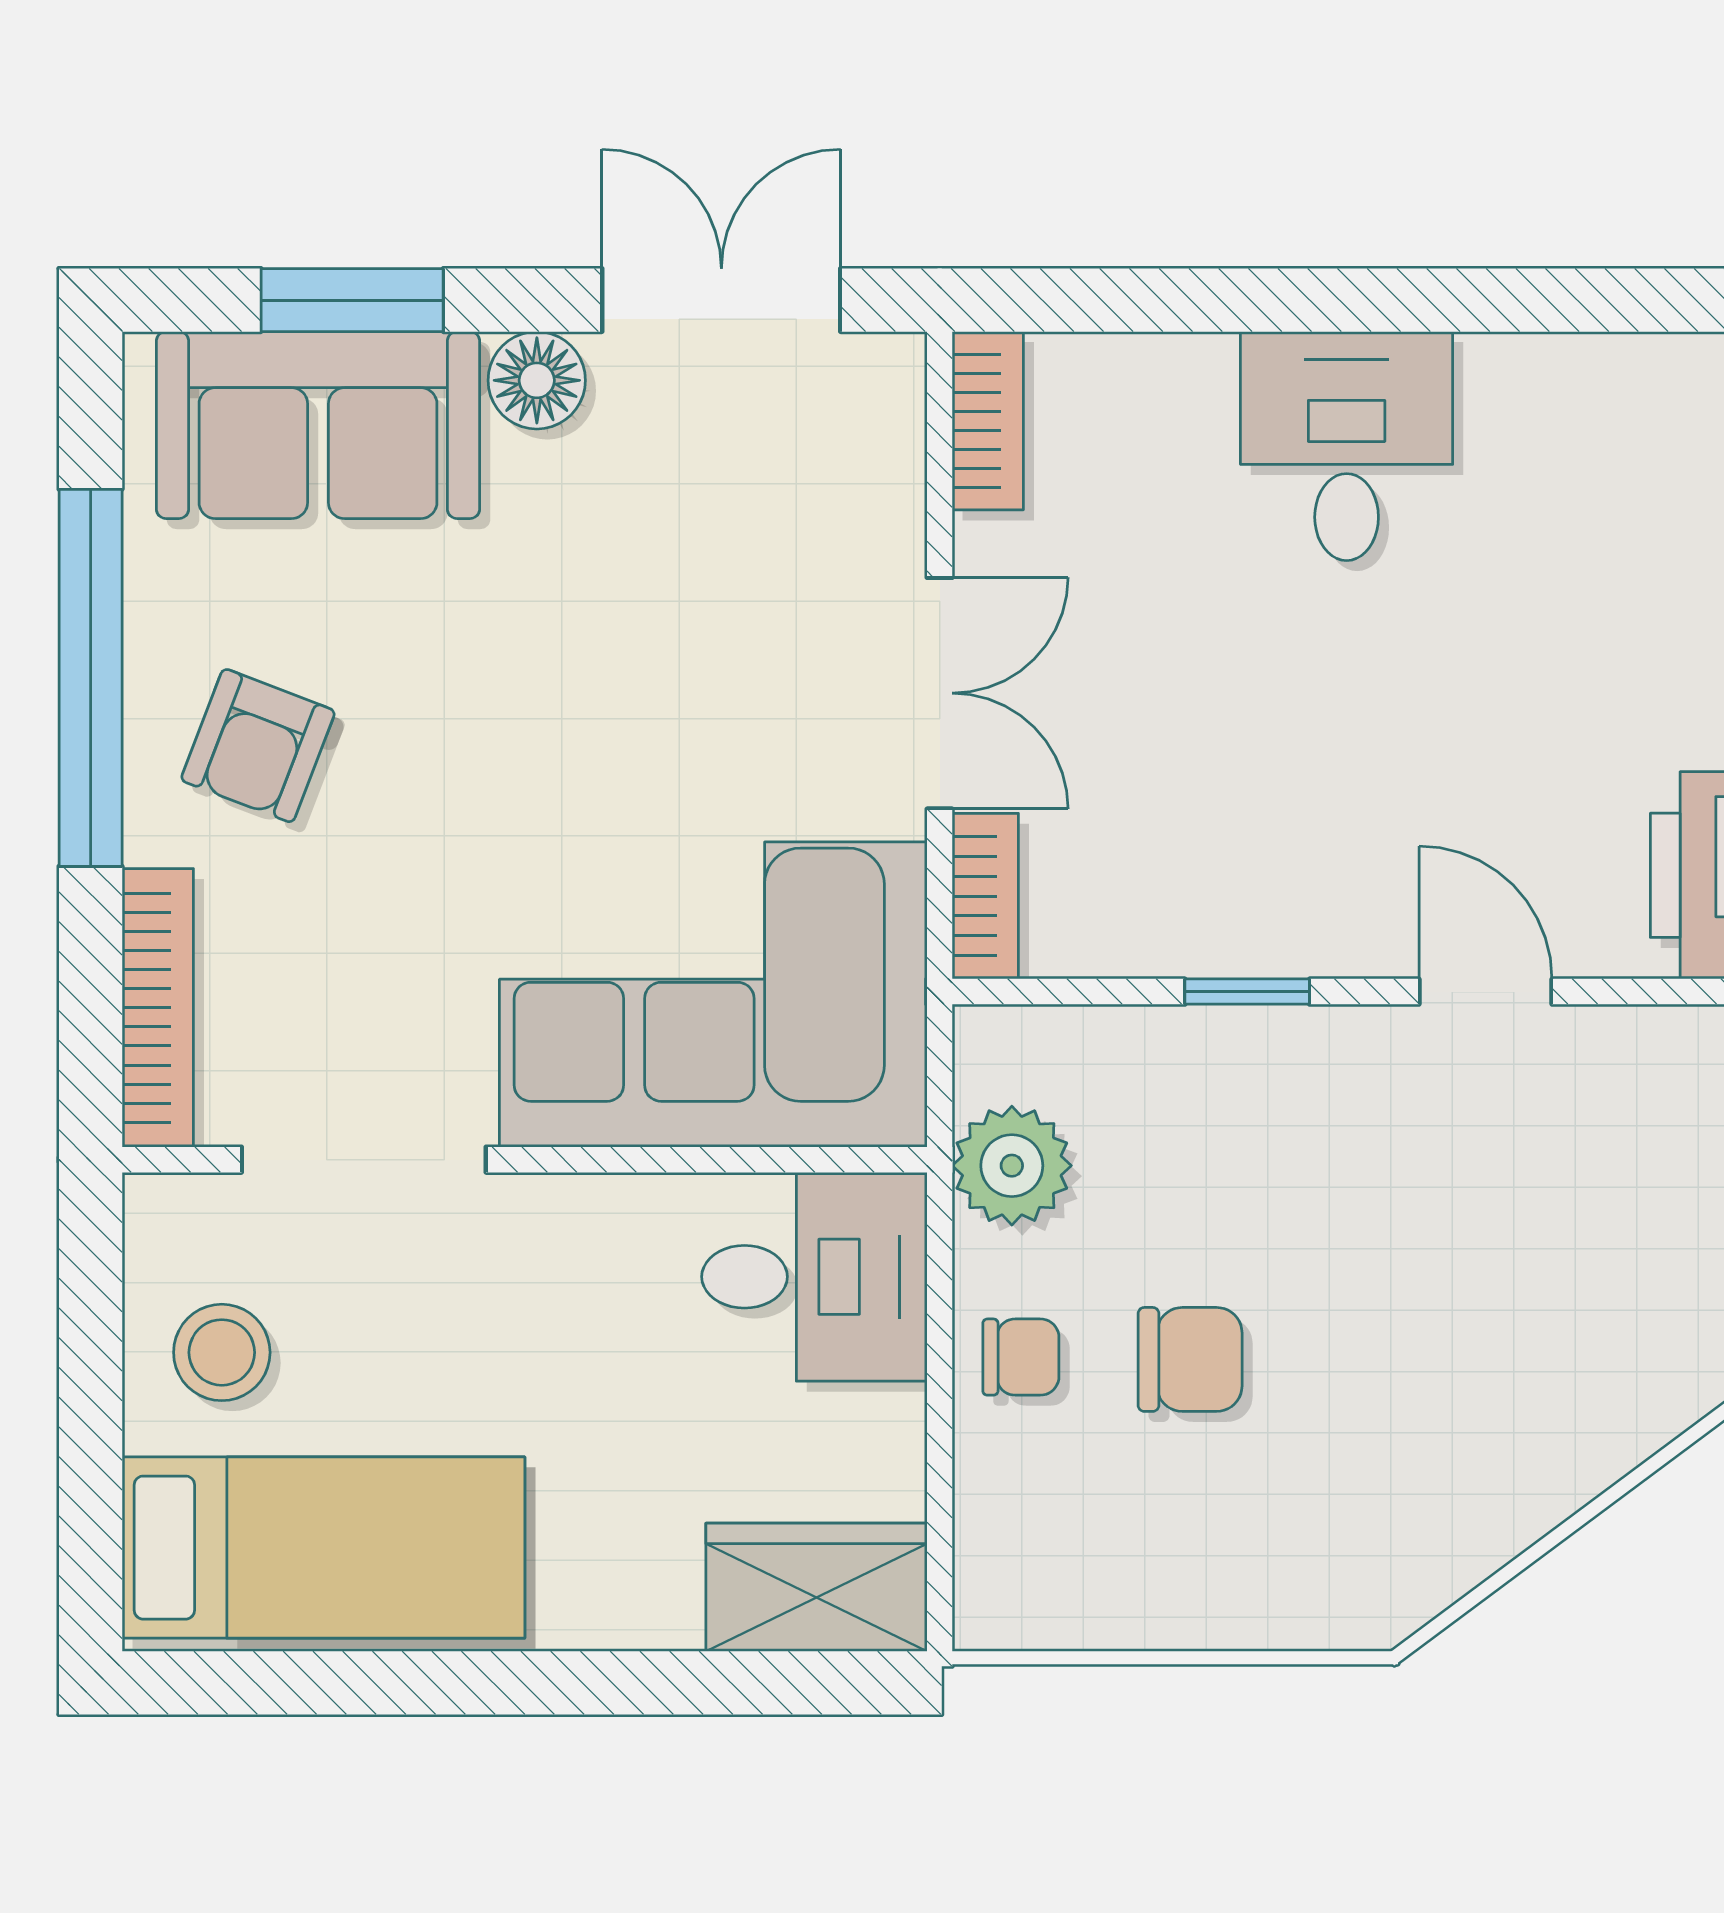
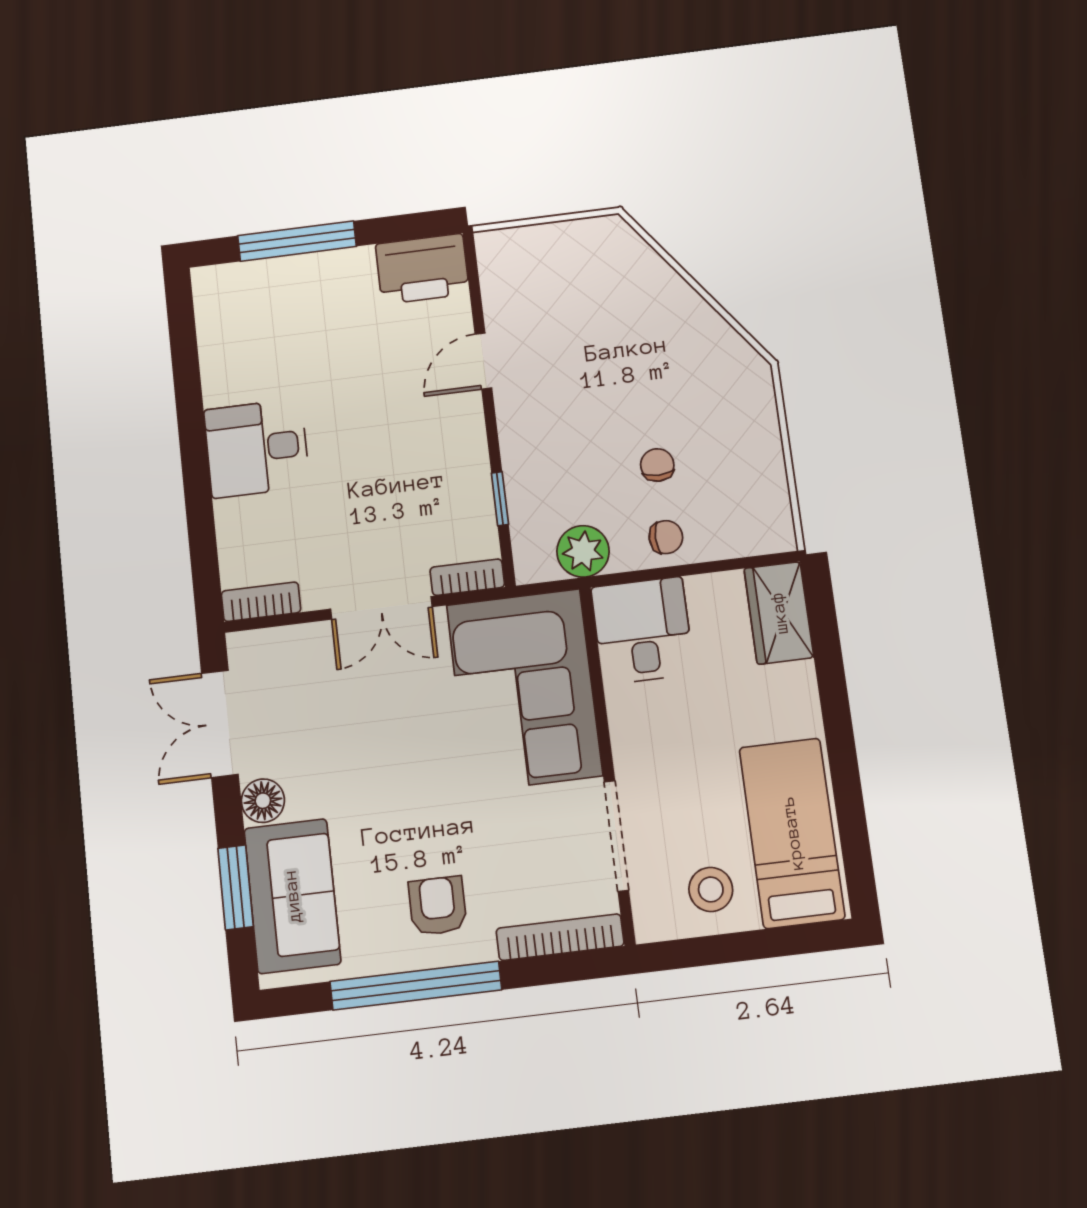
double door: (940, 693) -> (381, 608), swing flipped
armchair: (258, 746) -> (438, 906), turned -111
window: (1247, 992) -> (500, 499), moved
chair: (1021, 1357) -> (666, 537), turned 90
chair: (1190, 1359) -> (657, 465), width x0.73, depth x0.73

